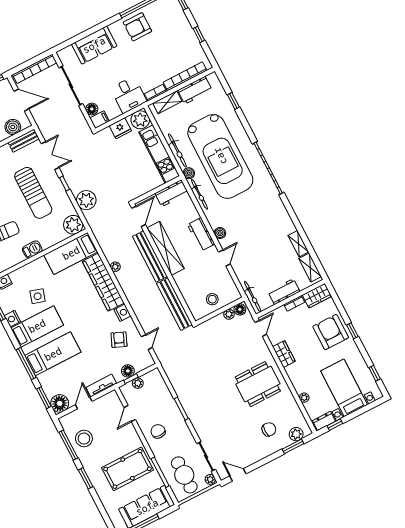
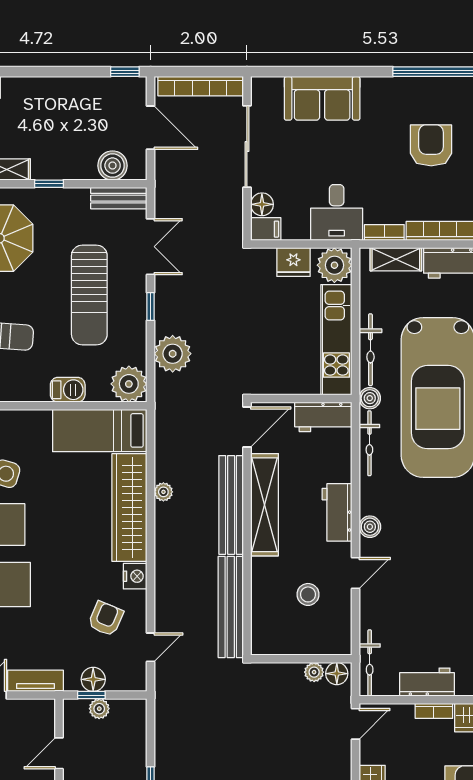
armchair: (137, 27) -> (431, 145), moved, turned 90
barbecue: (32, 249) -> (68, 390), moved
stool: (212, 299) -> (308, 594), moved

